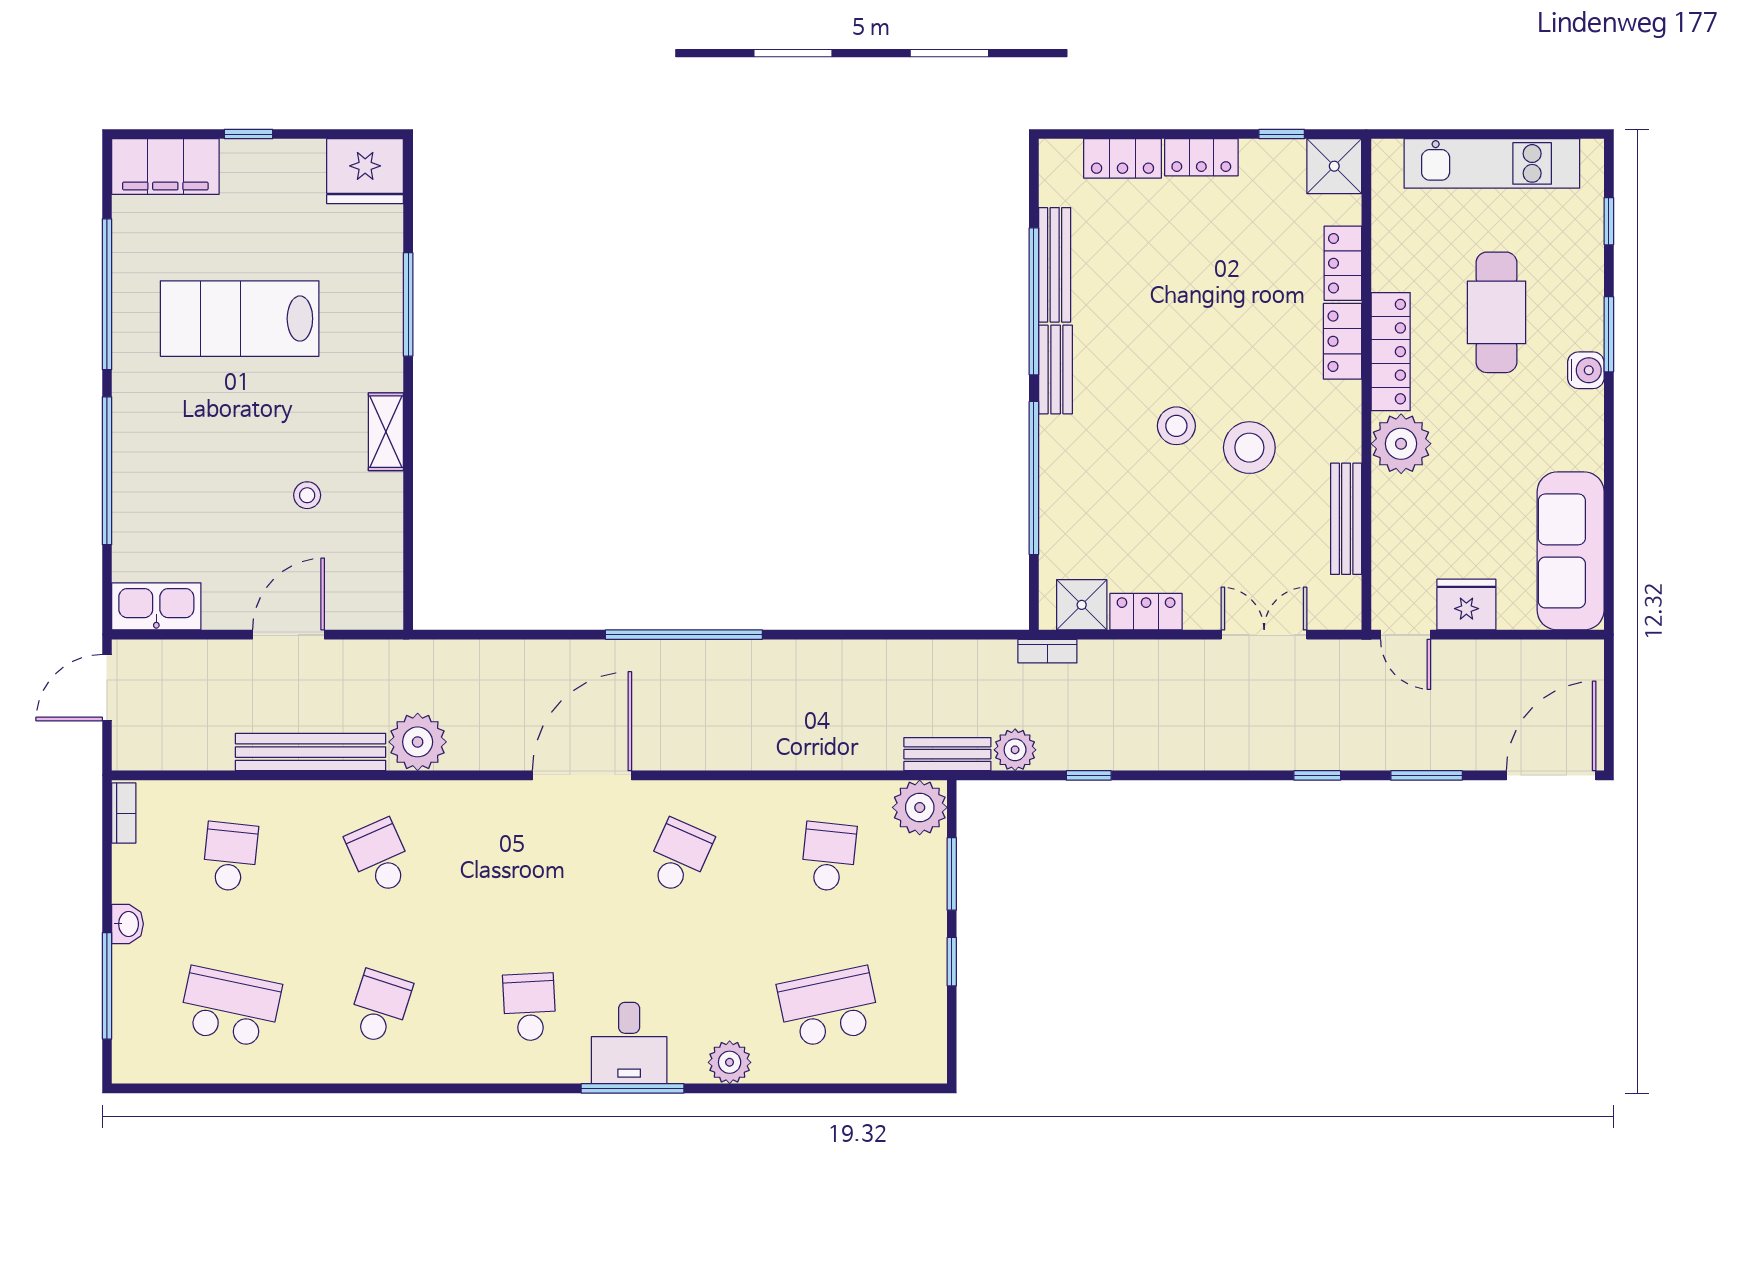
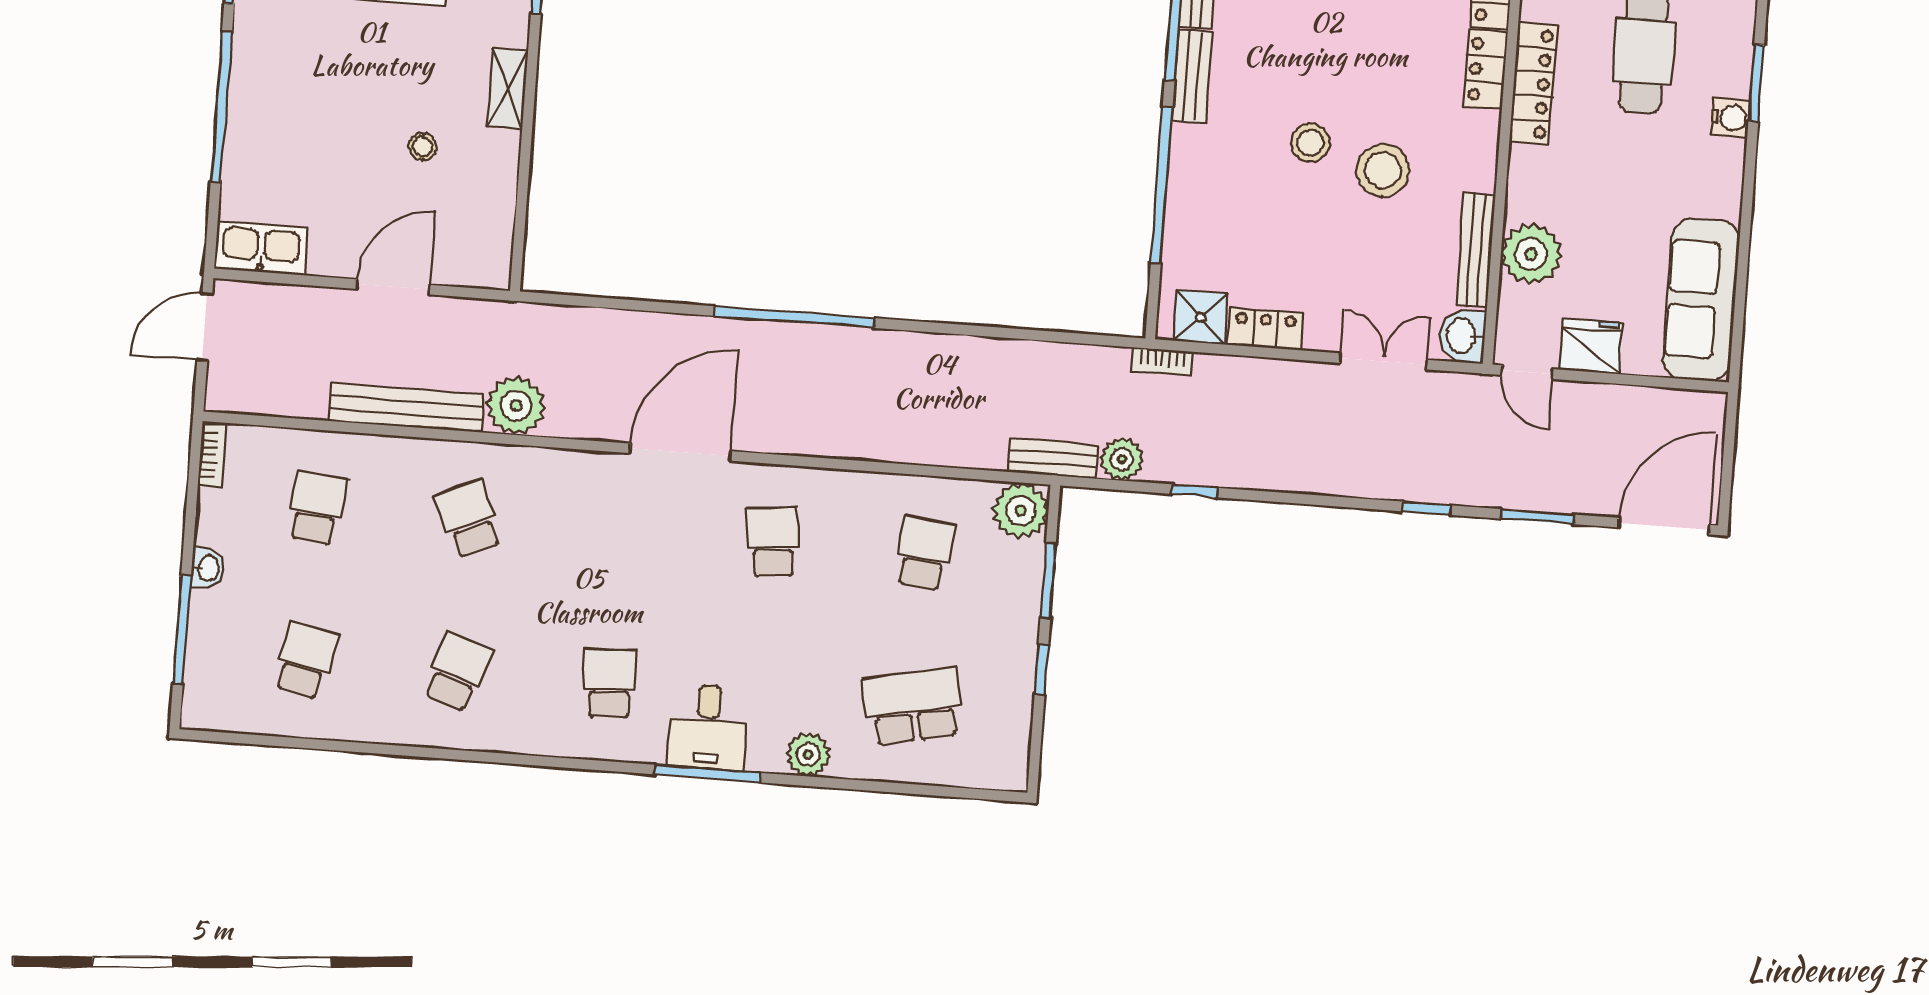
plant: (1401, 444) -> (1531, 254), moved
washbasin: (1340, 604) -> (1462, 336), added
school desk: (679, 857) -> (773, 542), turned -30
school desk: (230, 1007) -> (305, 660), width x0.54

